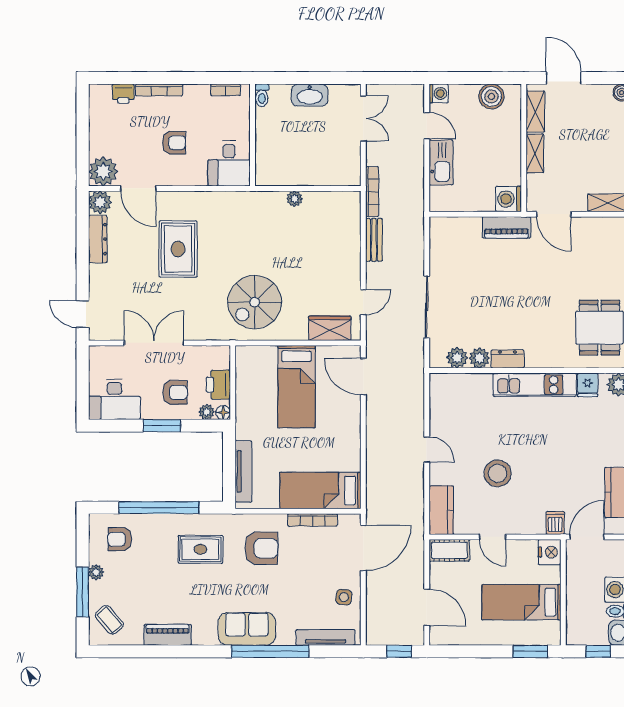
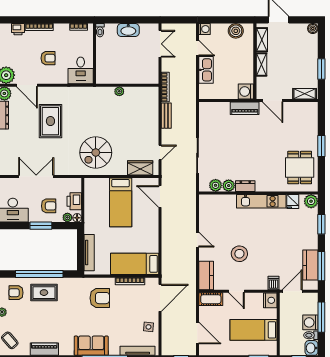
rug: (200, 549) -> (44, 293), moved

